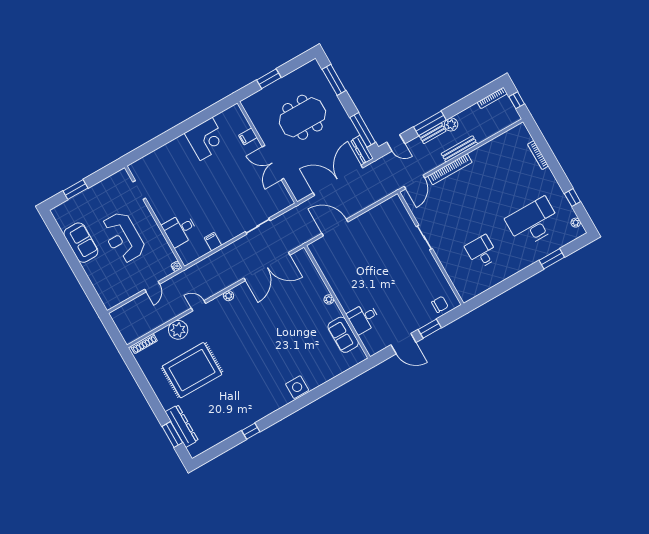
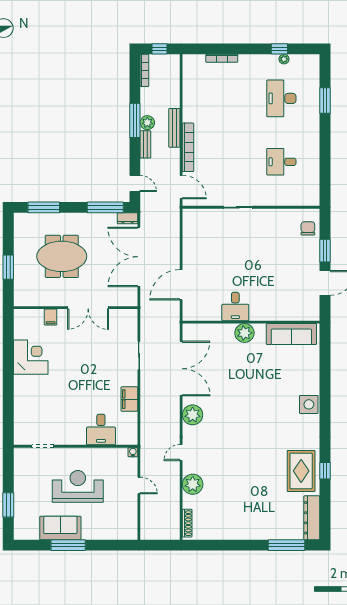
meeting table: (302, 117) -> (62, 256), turned 90
window: (430, 123) -> (135, 120), moved
door: (396, 143) -> (135, 183), hinge flipped
dresser: (362, 149) -> (128, 218), width x0.70
desk: (533, 222) -> (281, 98), width x0.73, depth x0.77
plant: (576, 223) -> (284, 59), moved
reception desk: (123, 237) -> (78, 486), turned 180
filing cabinet: (213, 242) -> (129, 399), width x2.00
window: (71, 257) -> (68, 545), added
plant: (228, 296) -> (193, 415), width x1.87, depth x1.87
plant: (329, 299) -> (244, 333), width x1.88, depth x1.88
desk: (363, 318) -> (235, 306), moved
sofa: (343, 335) -> (291, 334), width x1.36
rug: (192, 370) -> (301, 471), moved, width x0.73, depth x0.69
dresser: (182, 426) -> (312, 518), moved, turned -90
window: (172, 434) -> (287, 545), width x1.44

